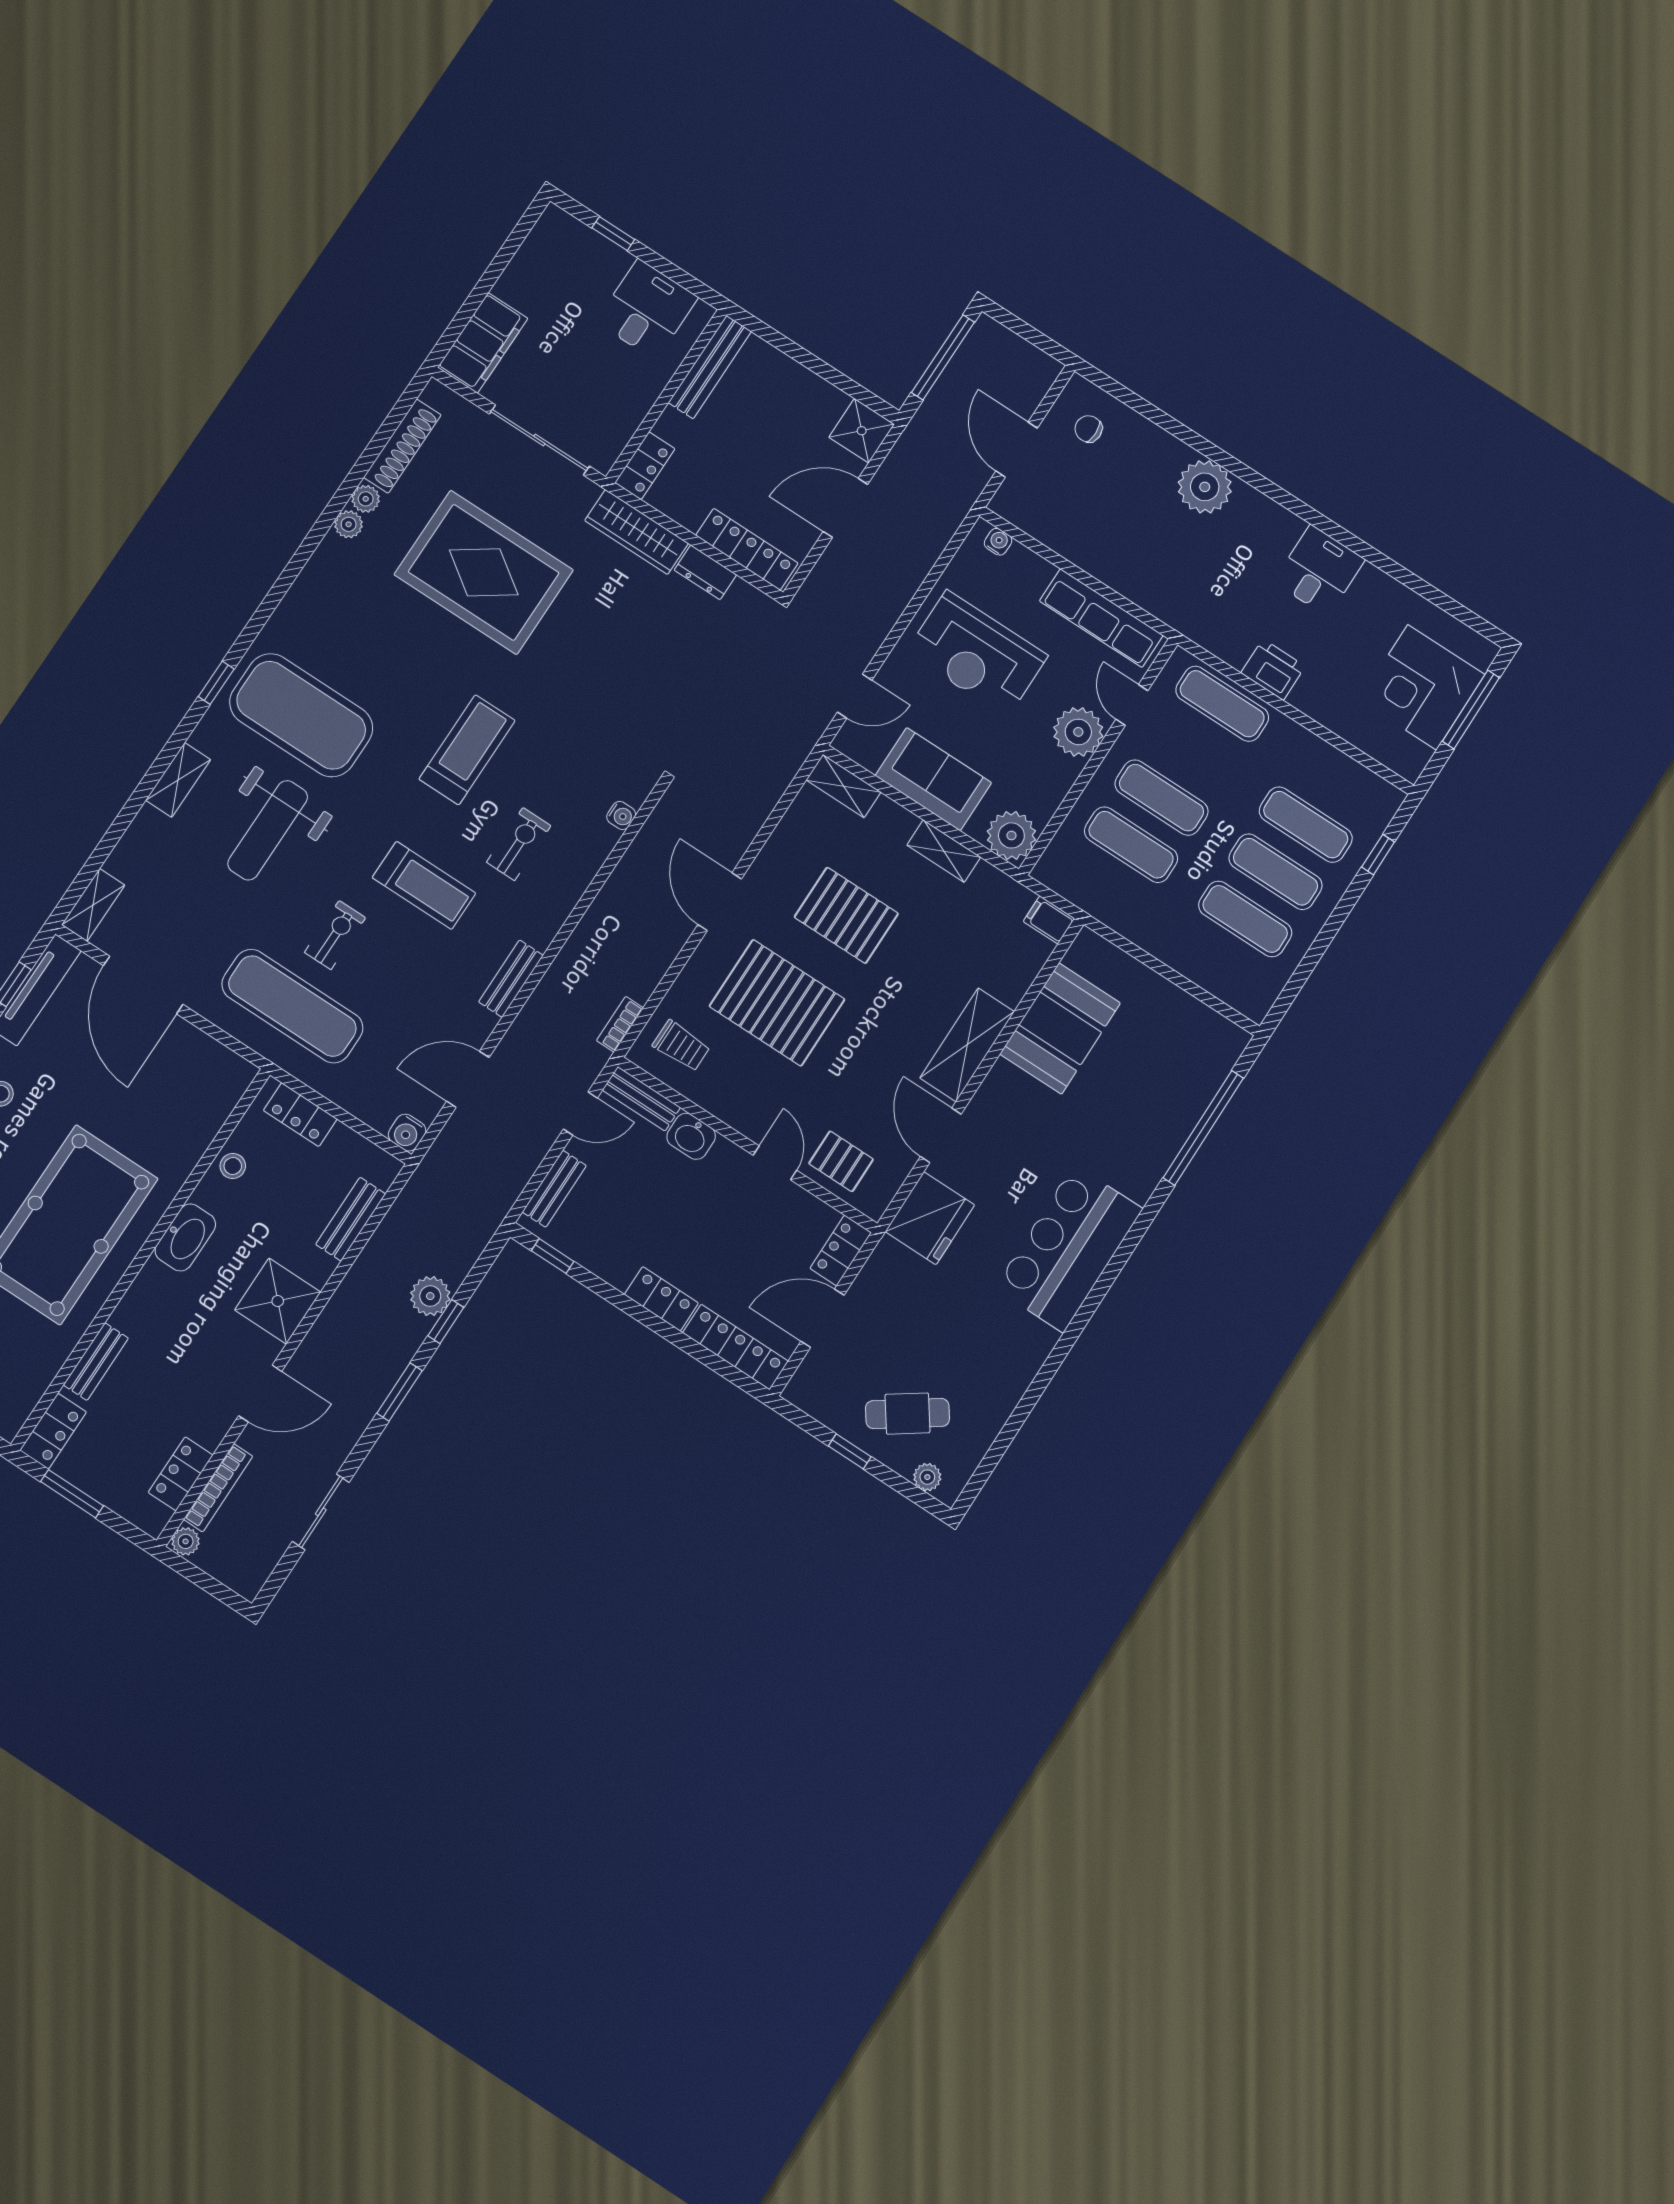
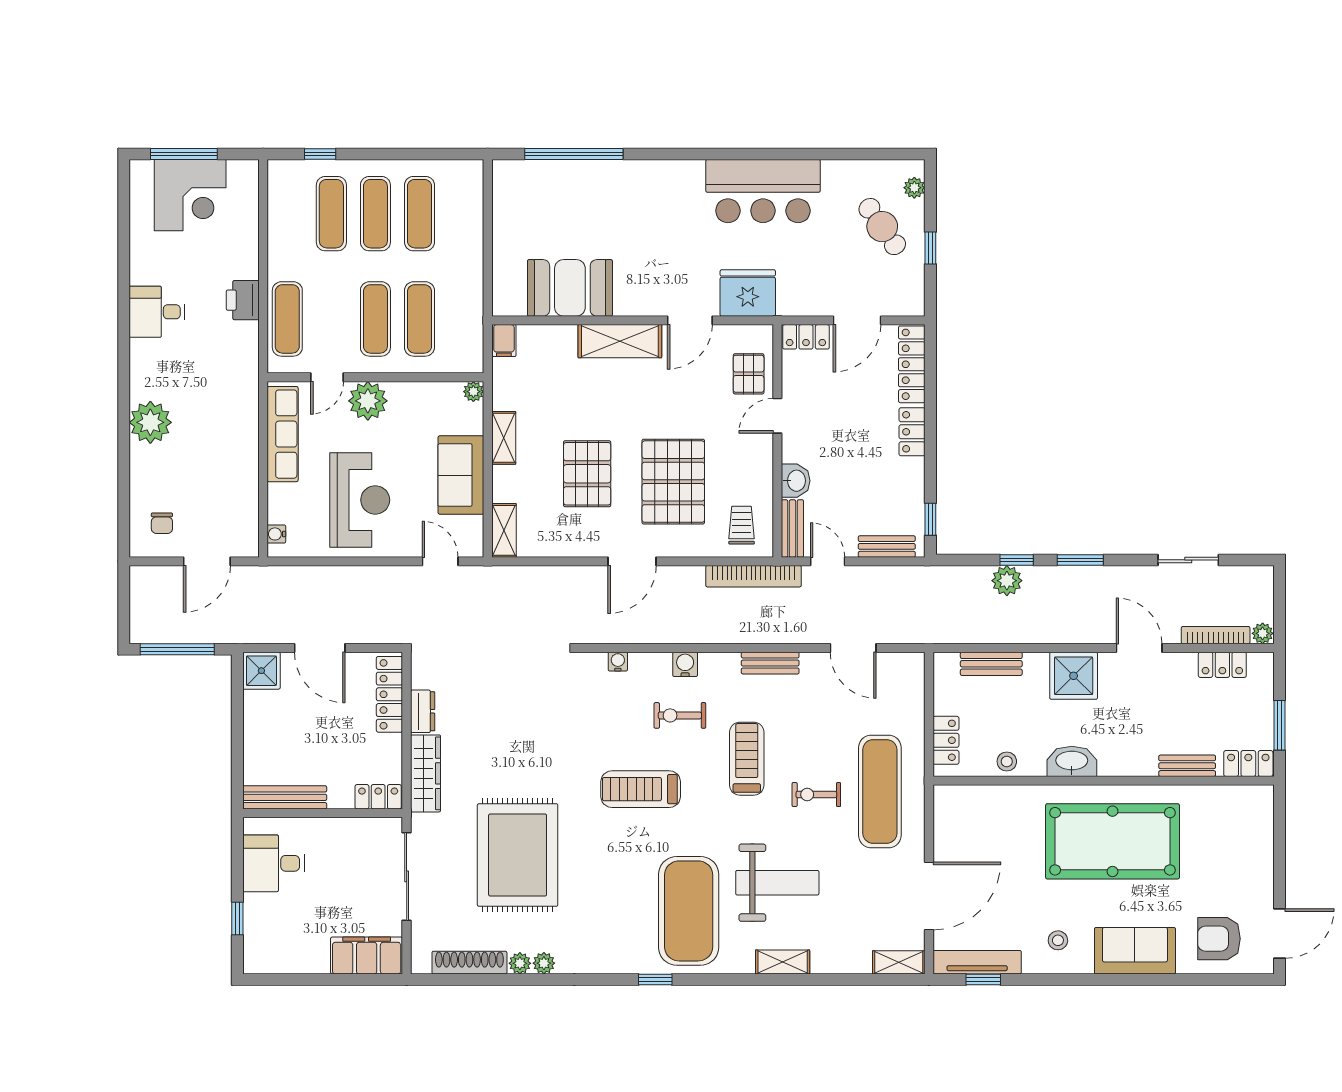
window: (216, 683) -> (655, 980), moved
plant: (1011, 835) -> (473, 392), width x0.53, depth x0.53
bookcase: (620, 1024) -> (754, 576), width x2.31, depth x1.31
water cooler: (407, 1133) -> (685, 664), moved, turned -90
bar counter: (1069, 1248) -> (763, 191), moved
door: (823, 1318) -> (857, 320), hinge flipped

